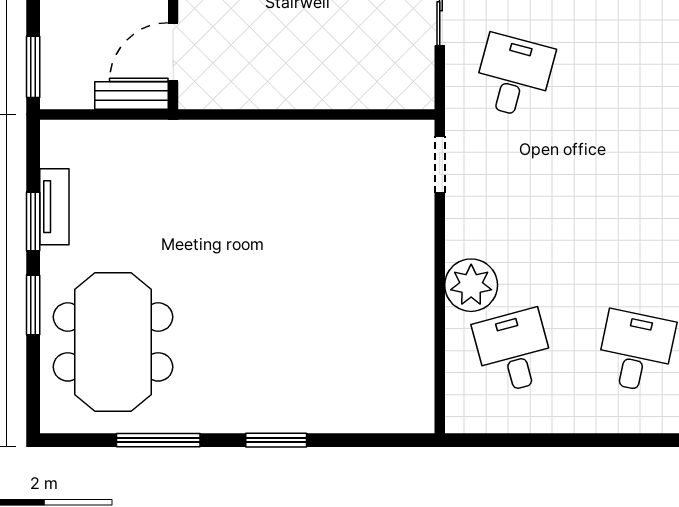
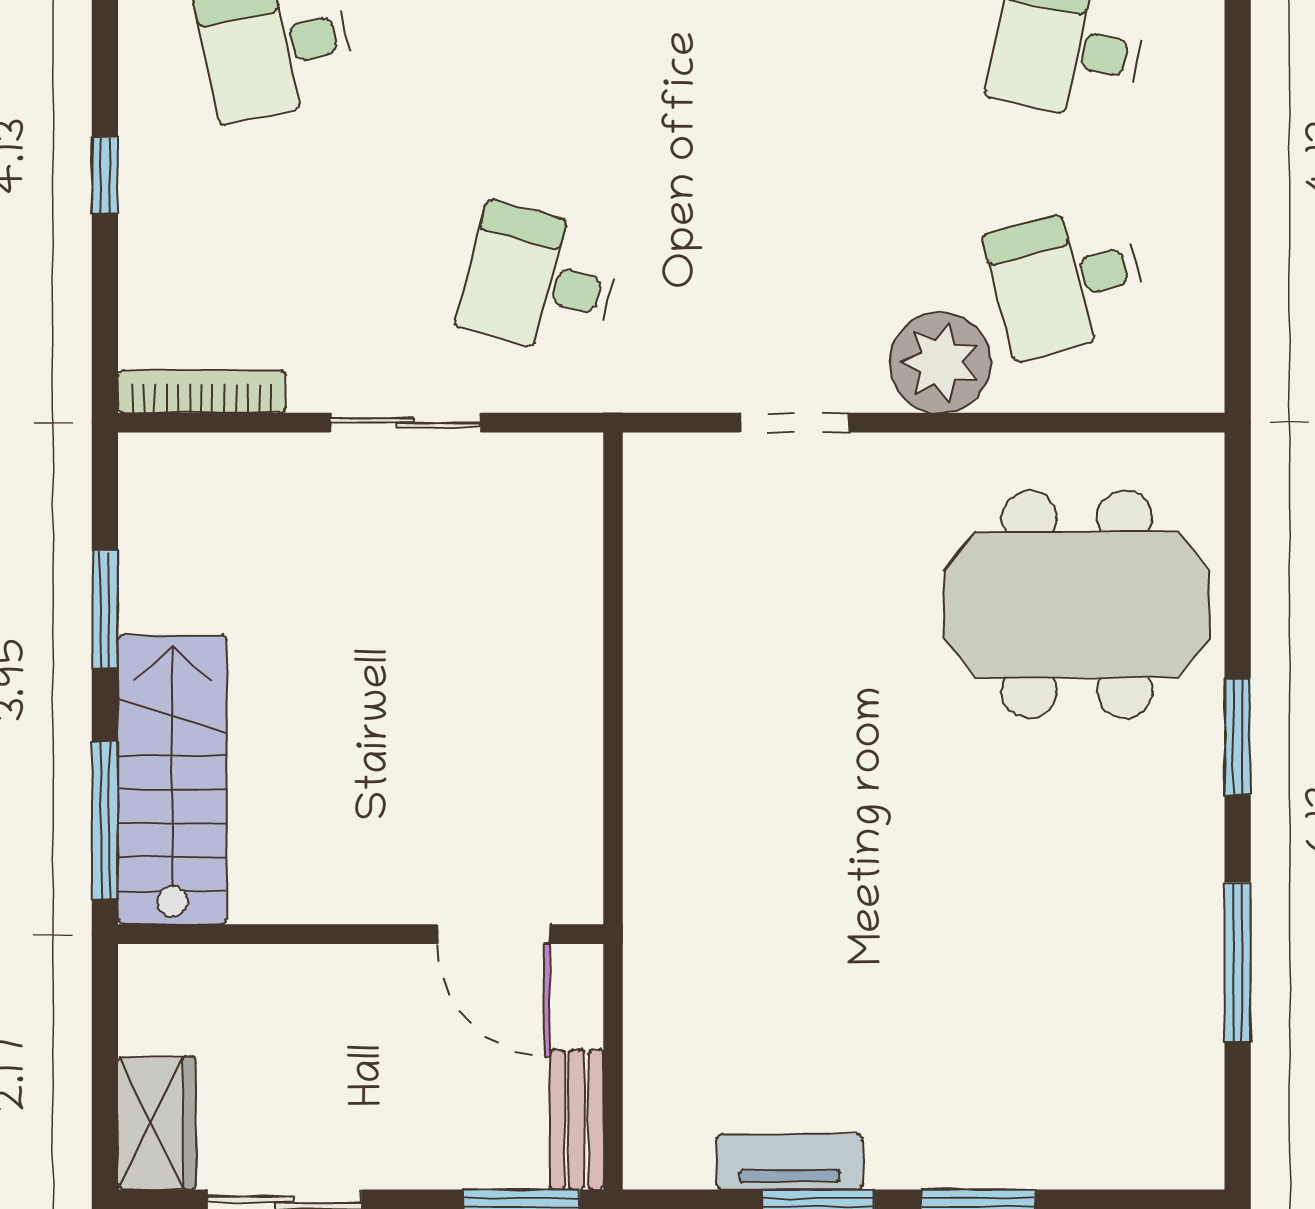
bench: (132, 96) -> (577, 1120), moved
doorway: (440, 164) -> (794, 423), moved
meeting table: (113, 342) -> (1077, 604), moved

